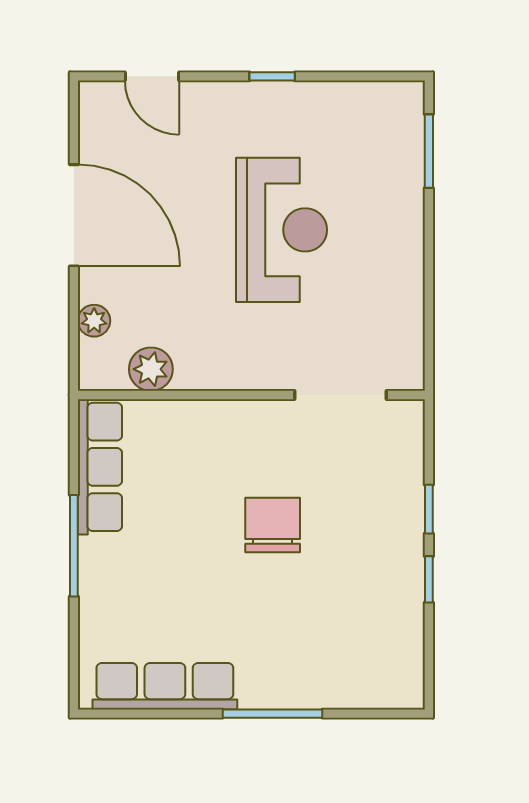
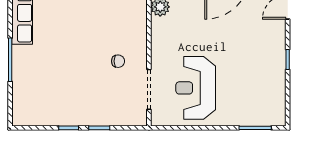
reception desk: (281, 230) -> (196, 88), moved, turned 90
chair: (273, 525) -> (118, 61), moved, width x0.54, depth x0.54

